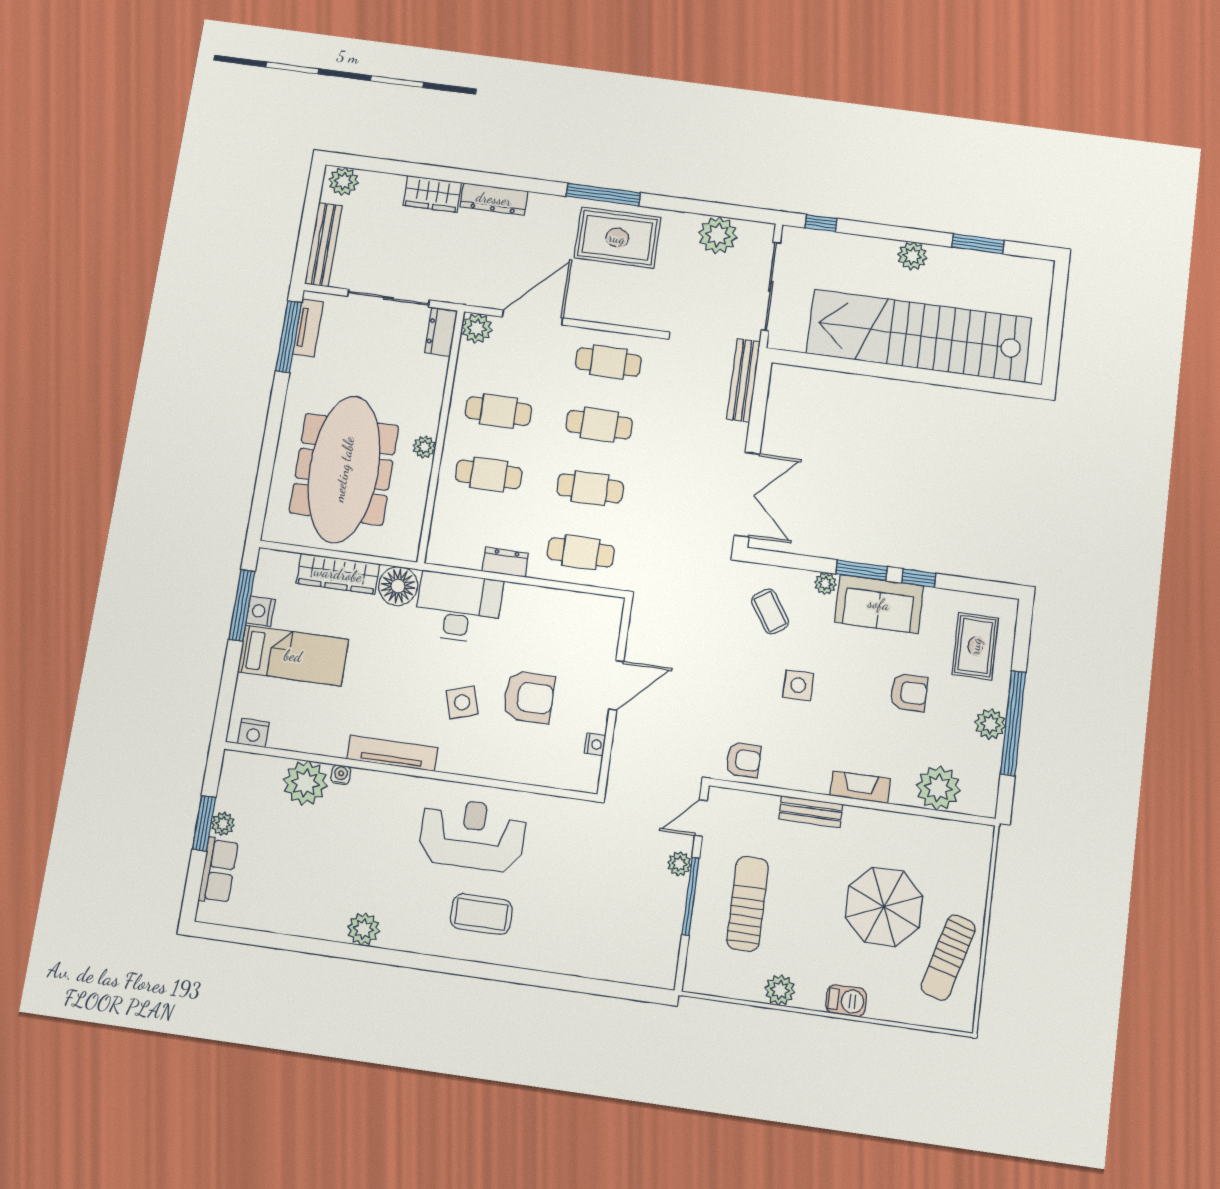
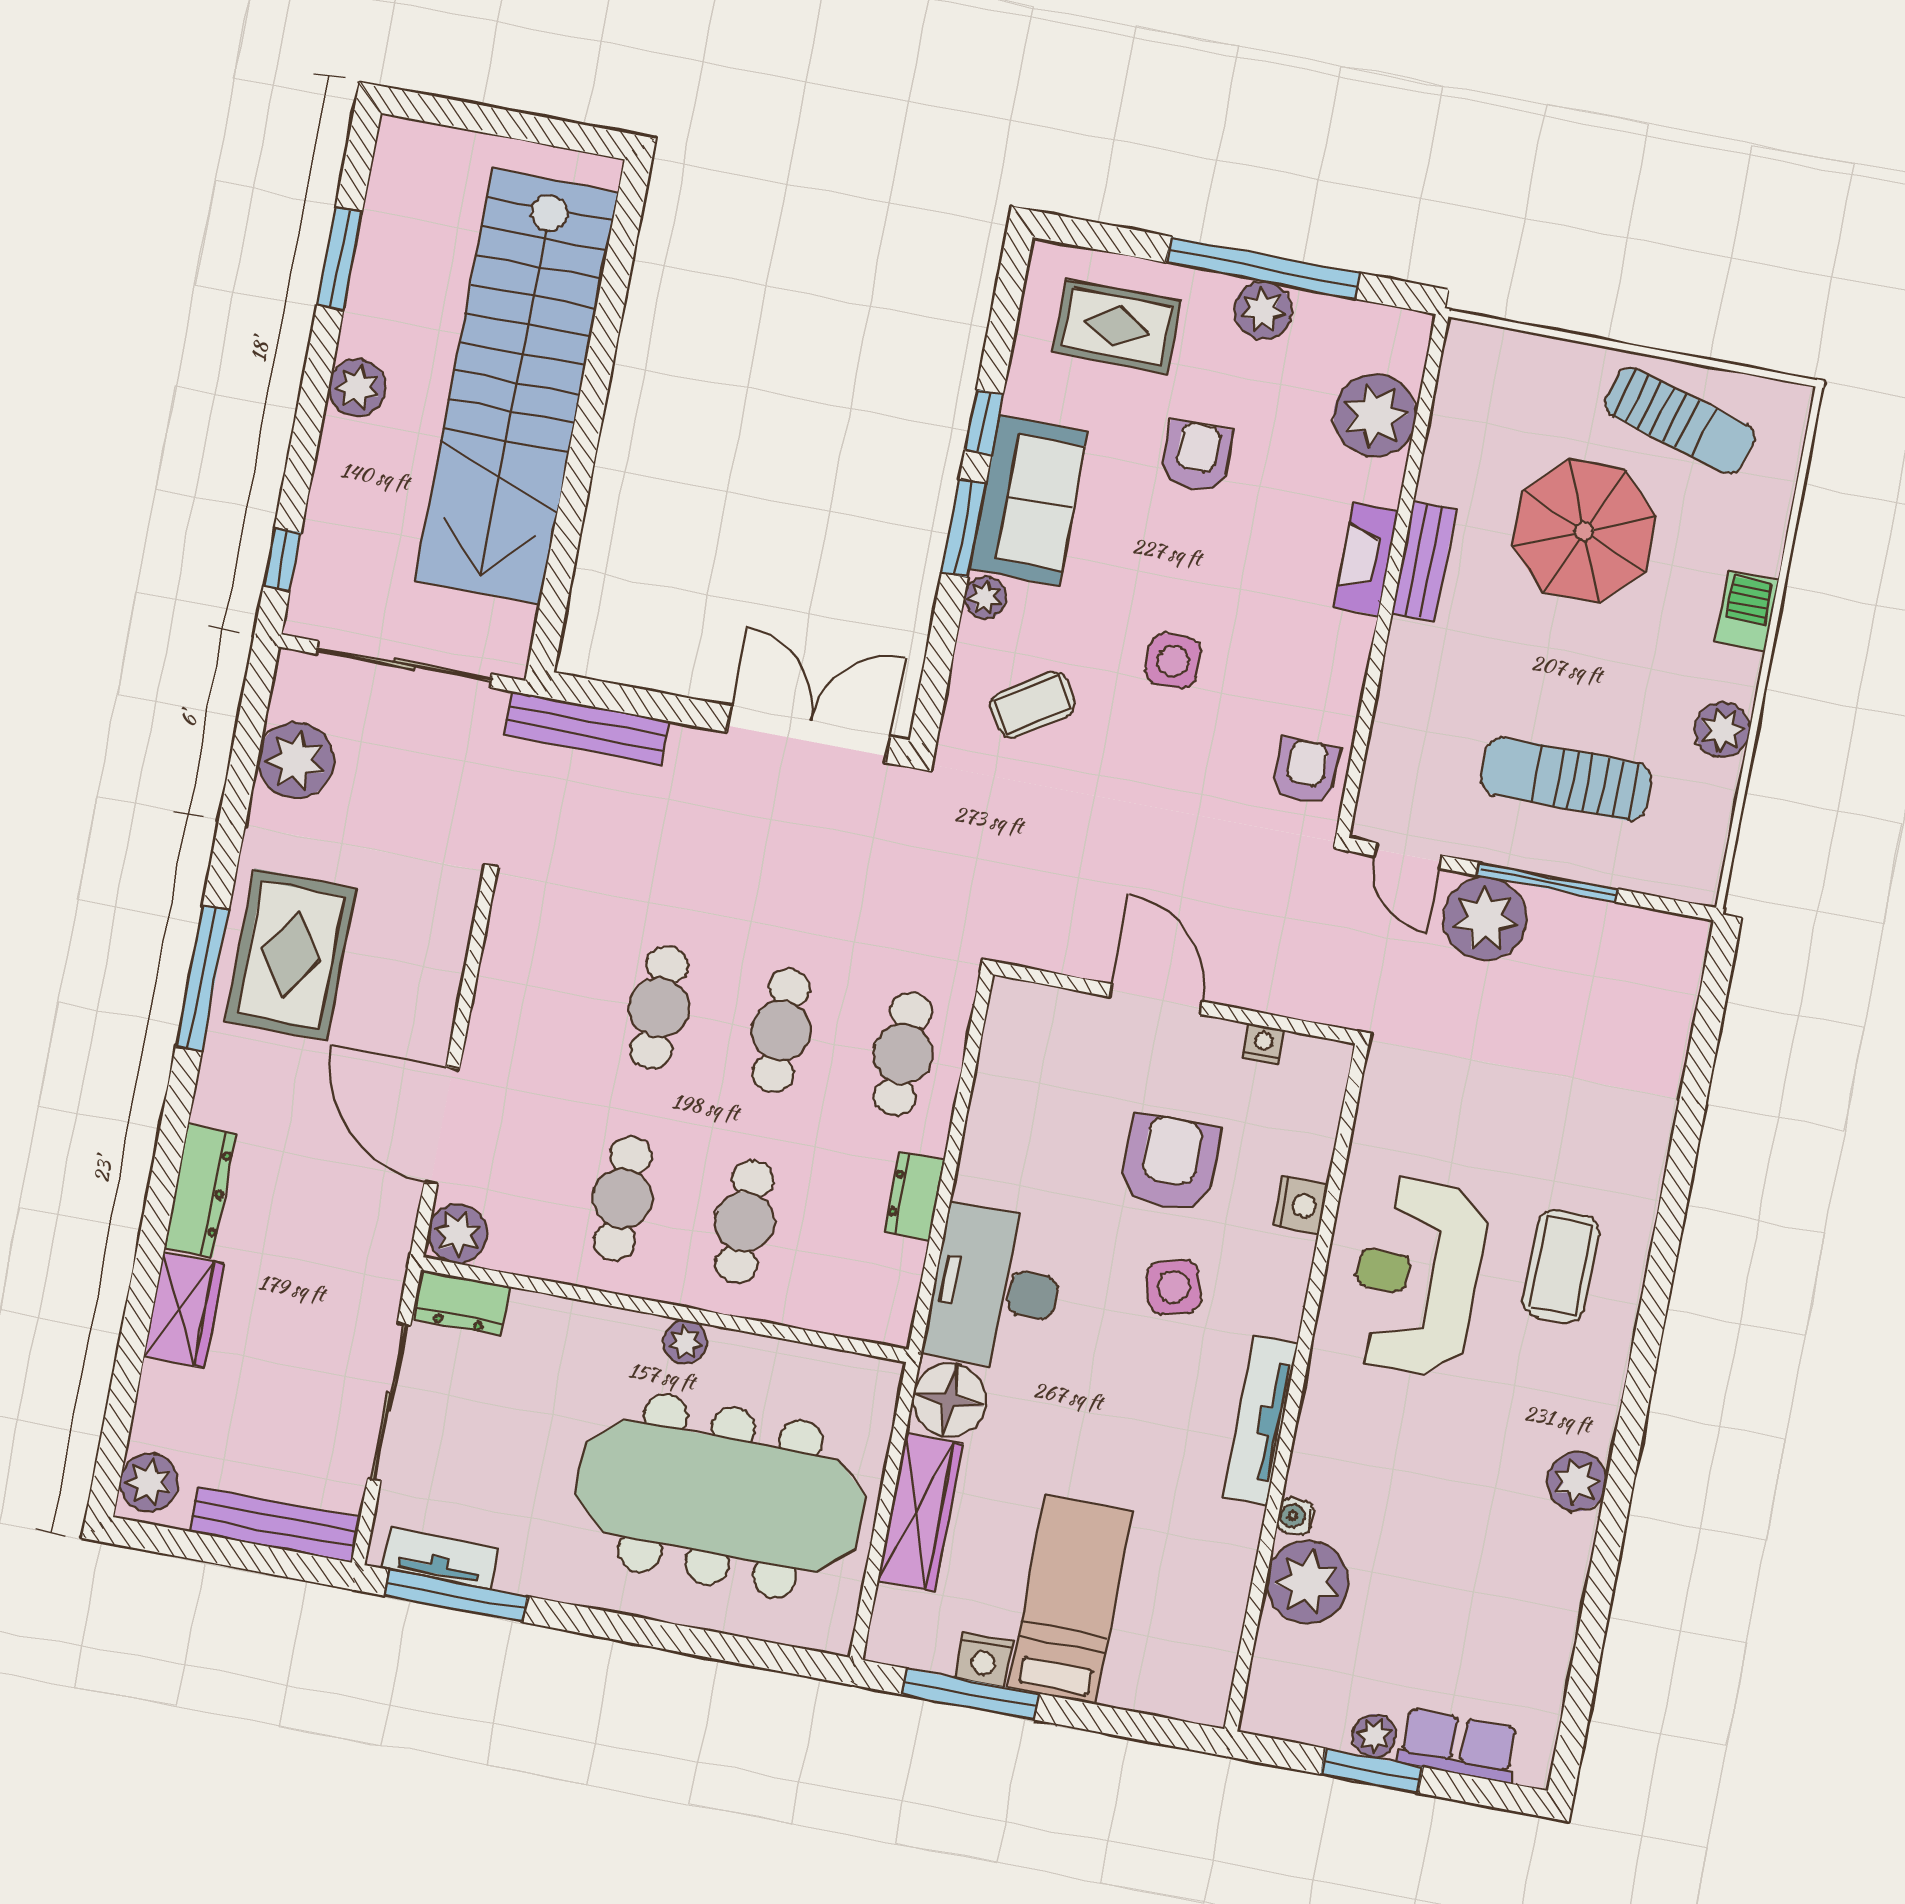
cafe table: (608, 362) -> (537, 984), removed
nightstand: (253, 733) -> (1300, 1205), moved
bench: (811, 812) -> (1424, 562), moved
plant: (679, 864) -> (1485, 919), width x1.88, depth x1.88

